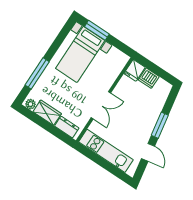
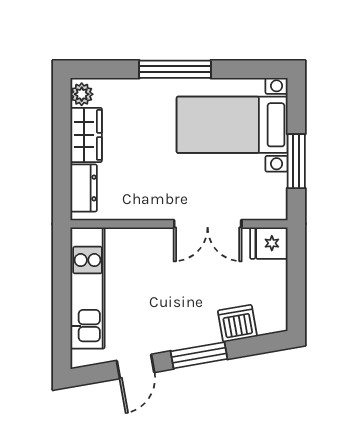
window: (97, 30) -> (296, 161), moved
window: (37, 73) -> (175, 69), moved
dishwasher: (149, 78) -> (237, 323), moved, turned 80
double door: (101, 105) -> (208, 224), moved

